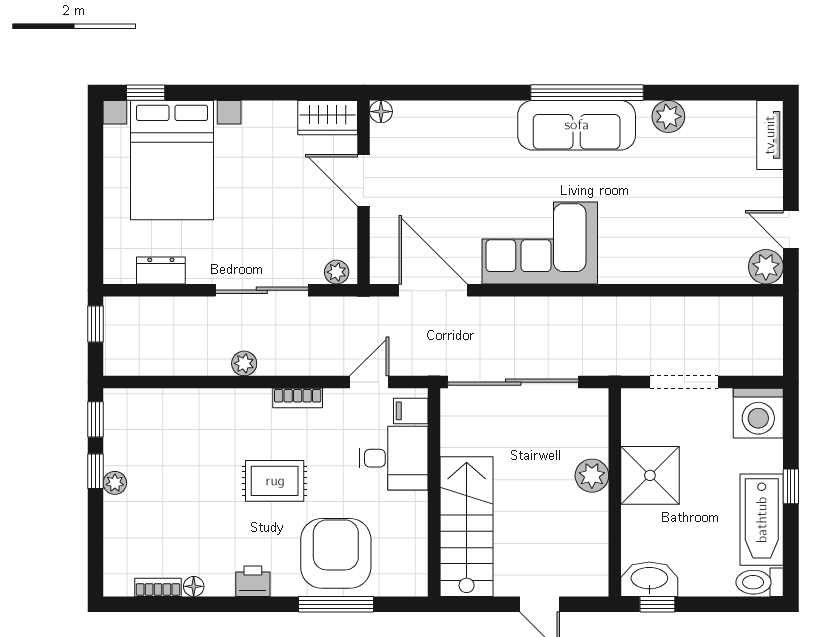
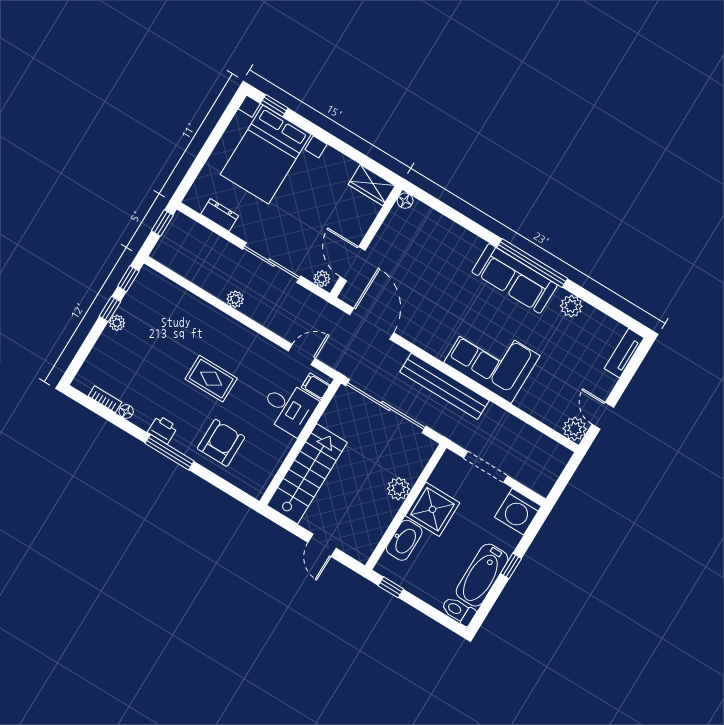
door: (364, 180) -> (353, 264), moved
corner sofa: (540, 243) -> (492, 359), moved
bench: (571, 313) -> (444, 386), added
bookcase: (298, 398) -> (254, 338), removed
armchair: (336, 553) -> (221, 443), width x0.73, depth x0.73
washbasin: (649, 579) -> (404, 540), moved, turned 90
window: (336, 604) -> (170, 452), moved

